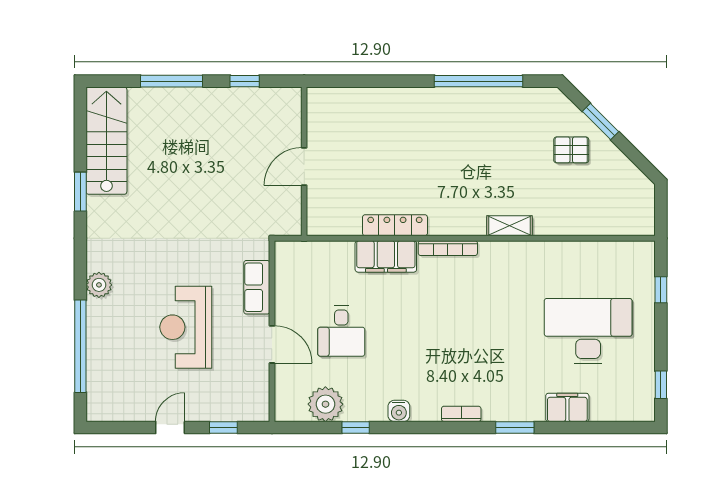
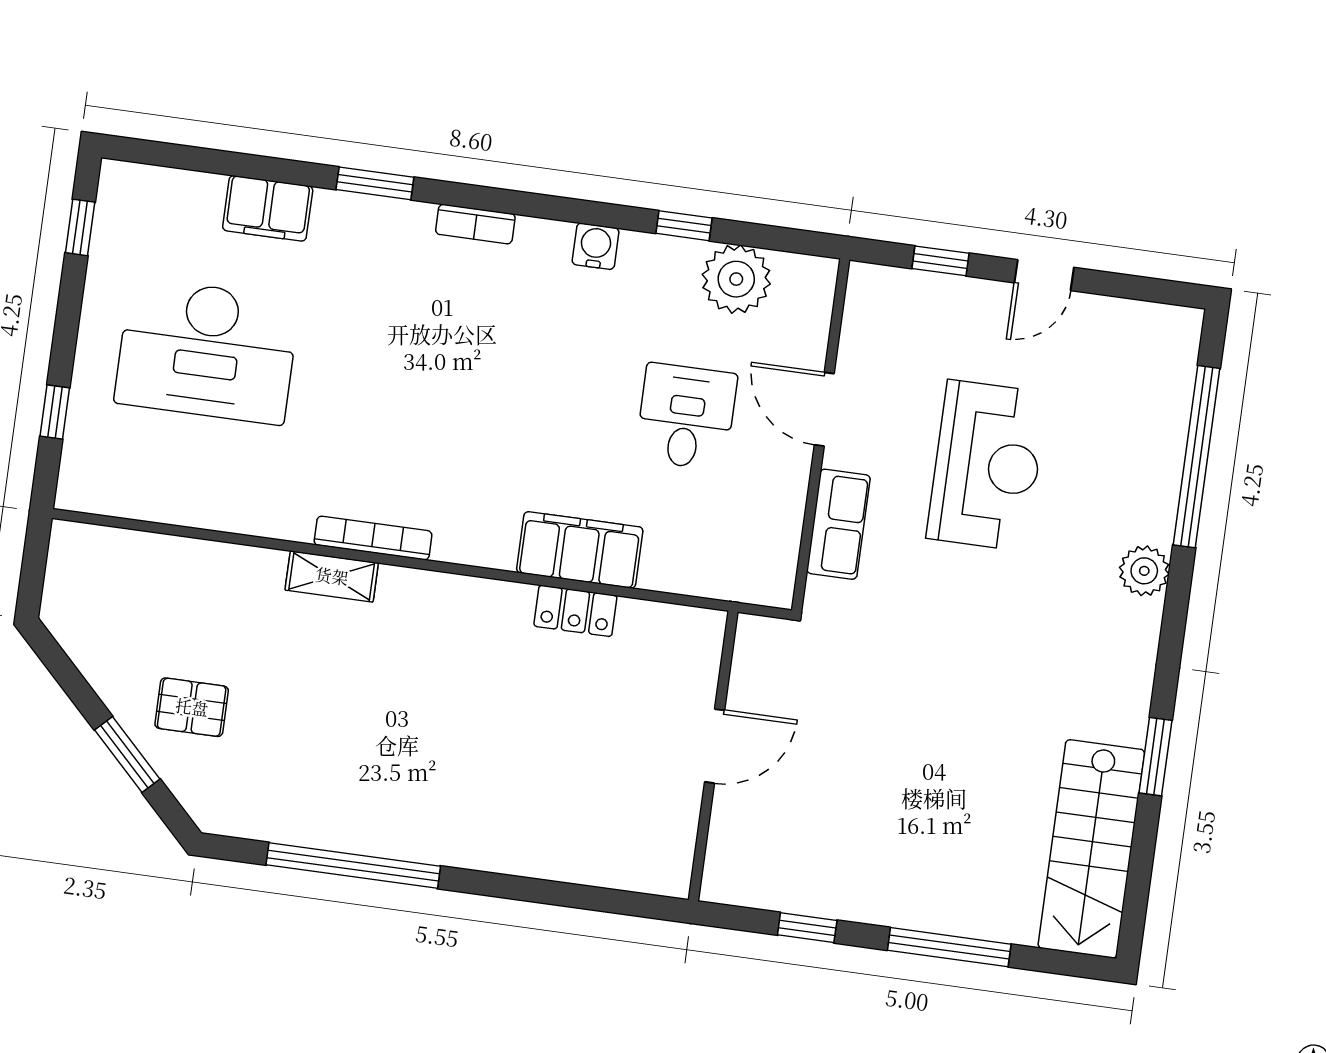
locker: (395, 225) -> (575, 611), width x0.66
bookcase: (448, 248) -> (373, 538), moved

